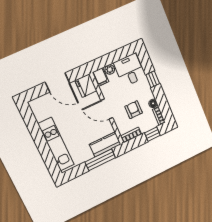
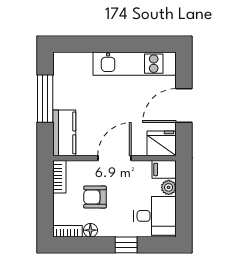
armchair: (134, 110) -> (95, 197), turned 180
window: (152, 134) -> (45, 210), removed
kitchen unit: (56, 144) -> (135, 64), moved
window: (100, 160) -> (45, 99), moved

